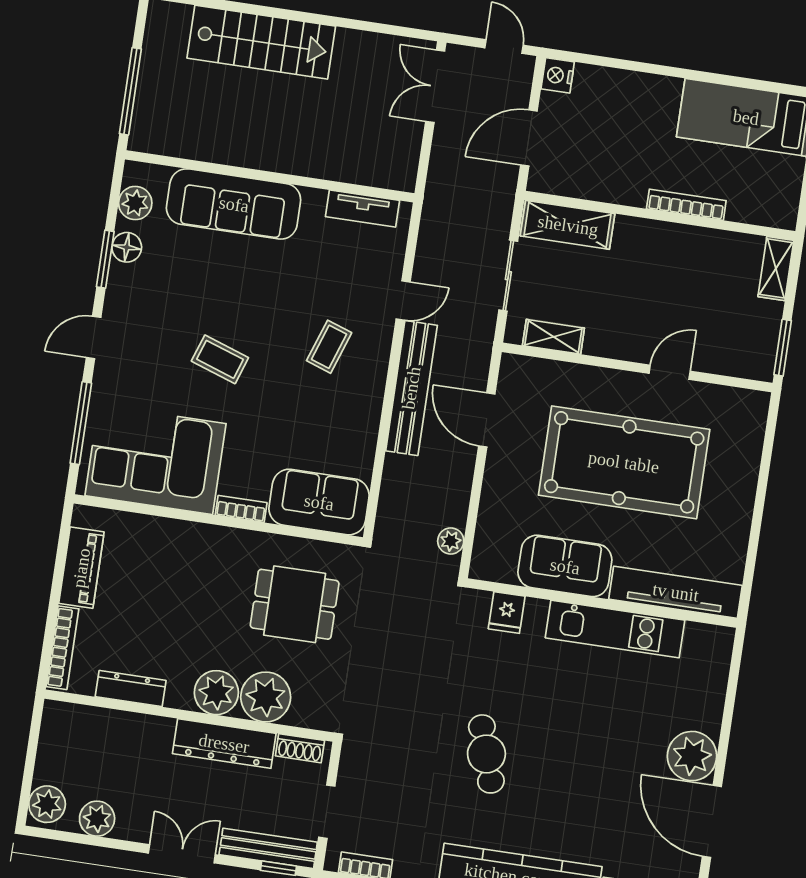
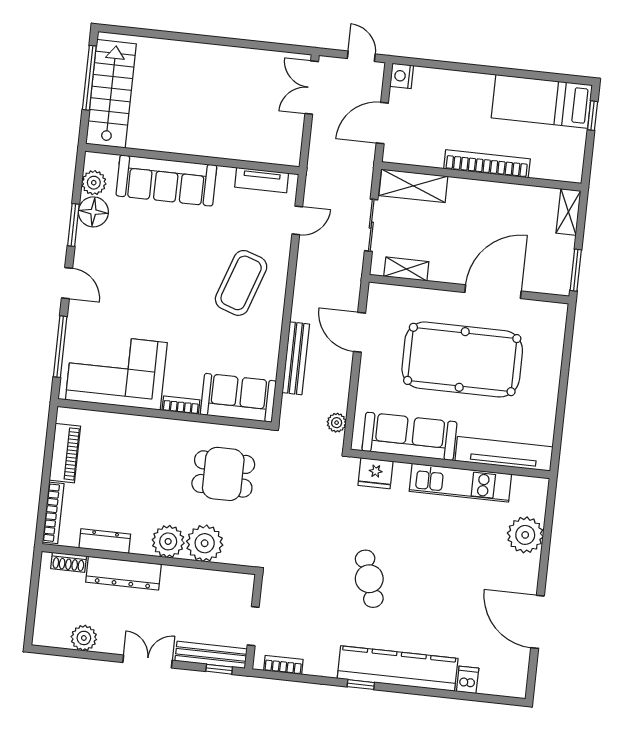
stairs: (261, 42) -> (111, 94), moved, turned -90
window: (130, 91) -> (89, 78), moved
bookcase: (686, 205) -> (487, 164), width x1.48, depth x1.31
floor lamp: (127, 247) -> (93, 212), width x1.38, depth x1.38
door: (403, 301) -> (297, 220), moved
door: (94, 337) -> (67, 283), swing flipped
coffee table: (329, 347) -> (241, 283), width x1.86, depth x1.72
coffee table: (220, 359) -> (161, 295), removed
door: (670, 372) -> (493, 292), width x1.88
bench: (411, 388) -> (296, 358), moved, width x0.73, depth x0.82
sofa: (565, 566) -> (409, 436), width x1.36
fridge: (507, 612) -> (375, 473), width x1.38
dresser: (224, 743) -> (123, 573), moved
shoe rack: (300, 748) -> (69, 562), moved
plant: (692, 756) -> (525, 535), moved
plant: (47, 804) -> (47, 629), removed

